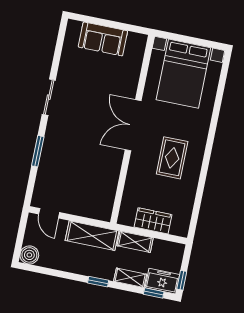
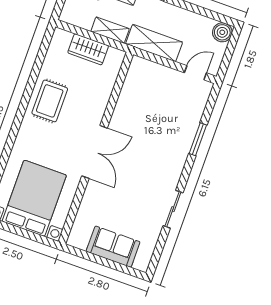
sliding door: (49, 97) -> (173, 209), moved
rug: (172, 158) -> (50, 101), moved
door: (49, 213) -> (195, 73), hinge flipped

